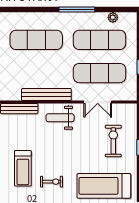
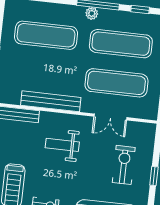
window: (112, 10) -> (140, 9), added
plant: (113, 17) -> (92, 13), moved
weight bench: (60, 118) -> (62, 145), moved

